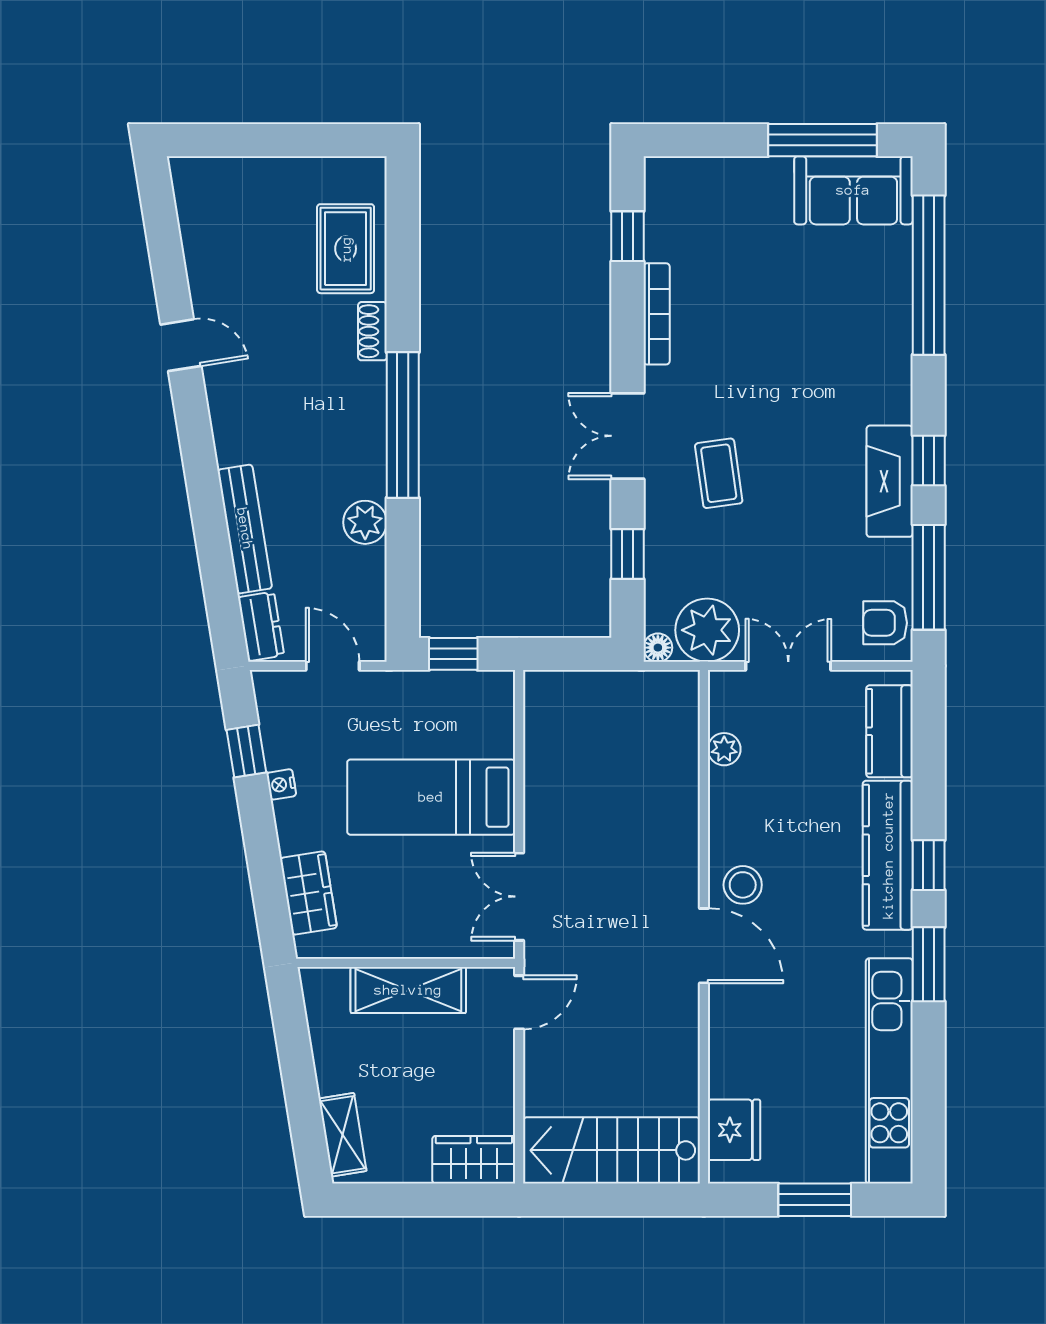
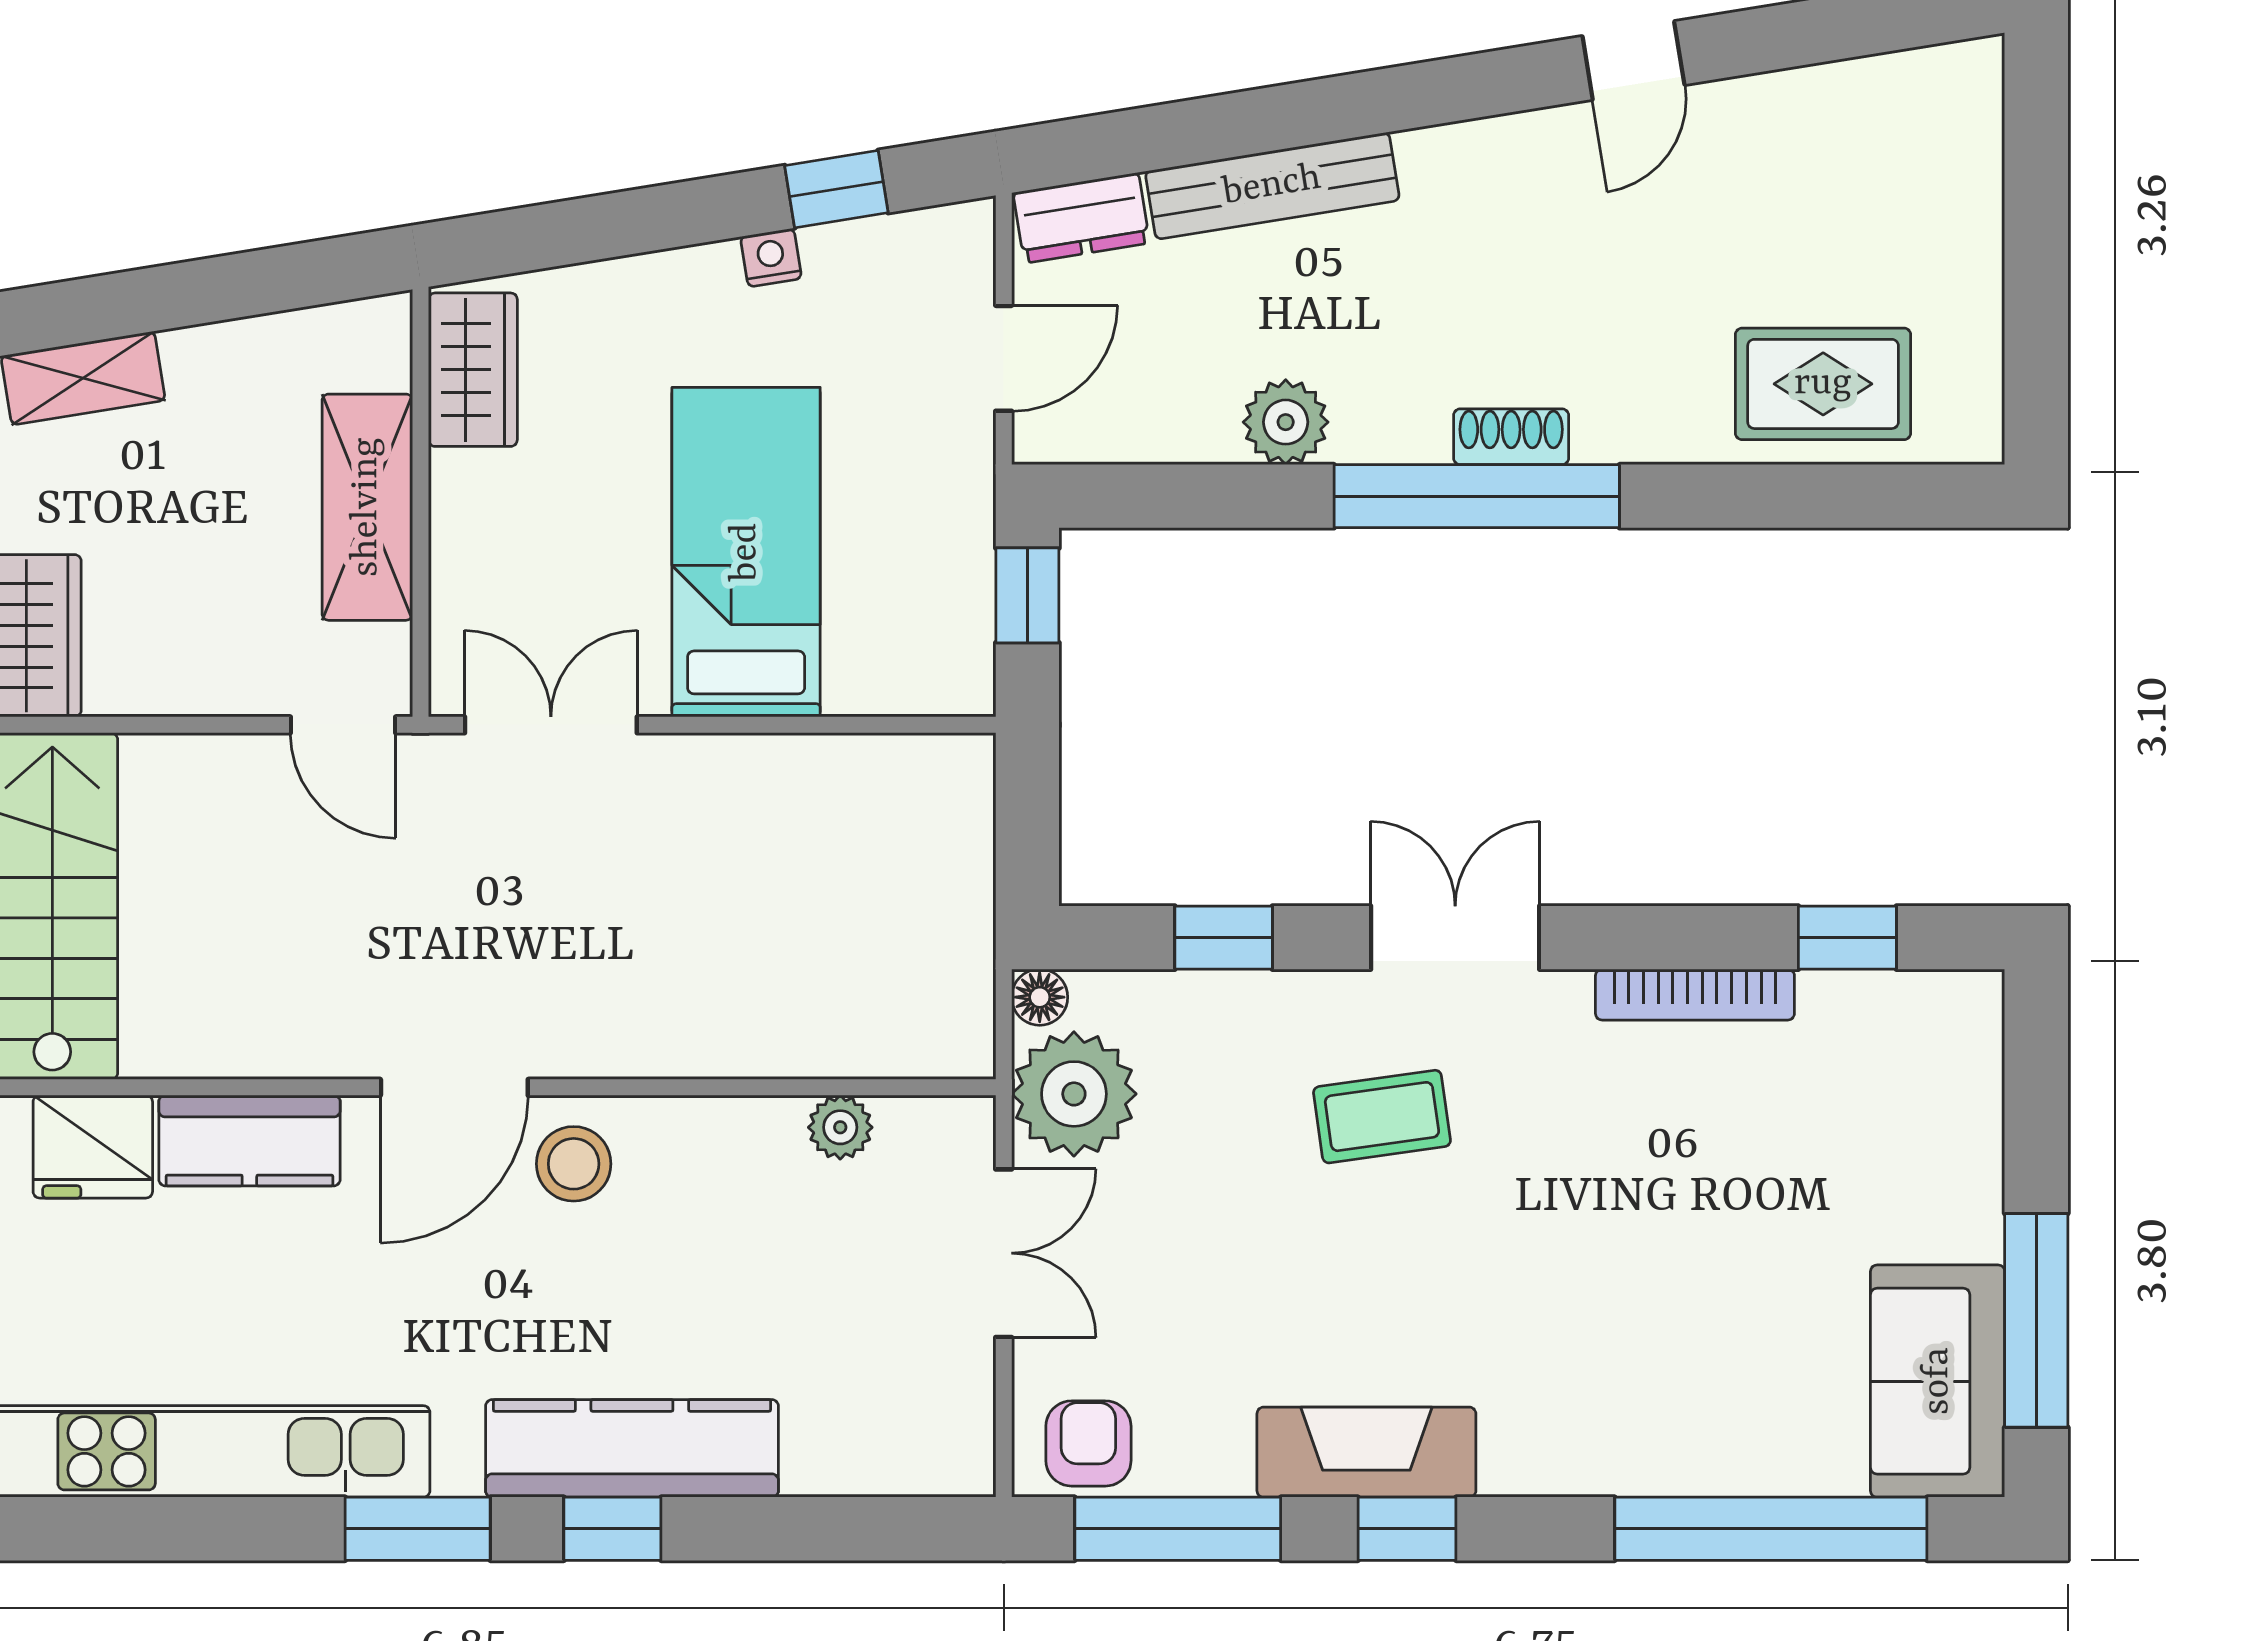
shoe rack: (372, 331) -> (1511, 437), moved
kitchen counter: (889, 731) -> (249, 1141), moved, turned 180
wardrobe: (308, 893) -> (473, 370), moved, turned -81

